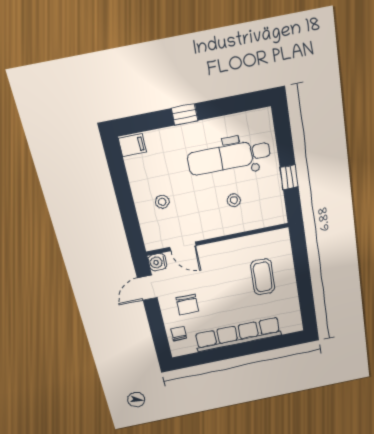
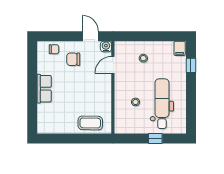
window: (185, 114) -> (191, 65), moved
window: (289, 177) -> (155, 138), moved
coffee table: (263, 277) -> (90, 123), moved
row of seats: (238, 335) -> (44, 89), width x0.50

